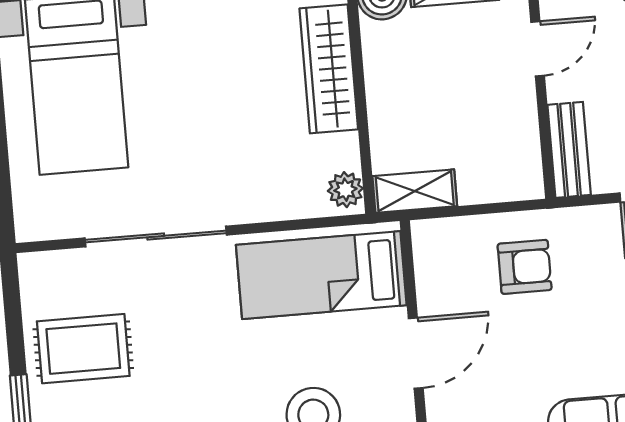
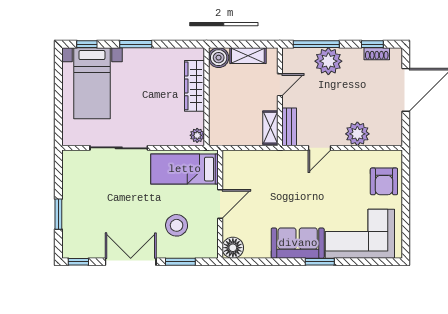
shelving: (415, 191) -> (270, 128), moved, turned 90
armchair: (525, 267) -> (267, 173), removed
rug: (83, 349) -> (86, 191), removed

